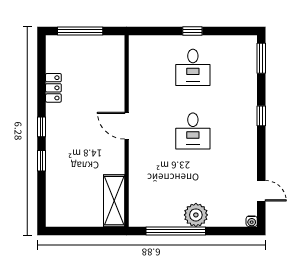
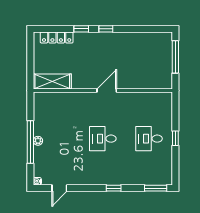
locker: (53, 88) -> (57, 37), moved, width x1.53
plant: (196, 215) -> (38, 141), width x0.53, depth x0.53
window: (176, 231) -> (30, 142), moved

